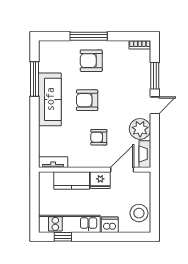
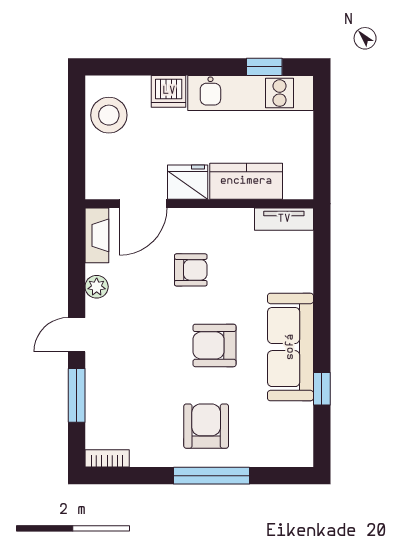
armchair: (91, 61) -> (206, 426), turned -90
window: (35, 79) -> (322, 389), width x0.46
armchair: (87, 100) -> (215, 345), turned 180
plant: (140, 129) -> (97, 287), width x0.53, depth x0.53

